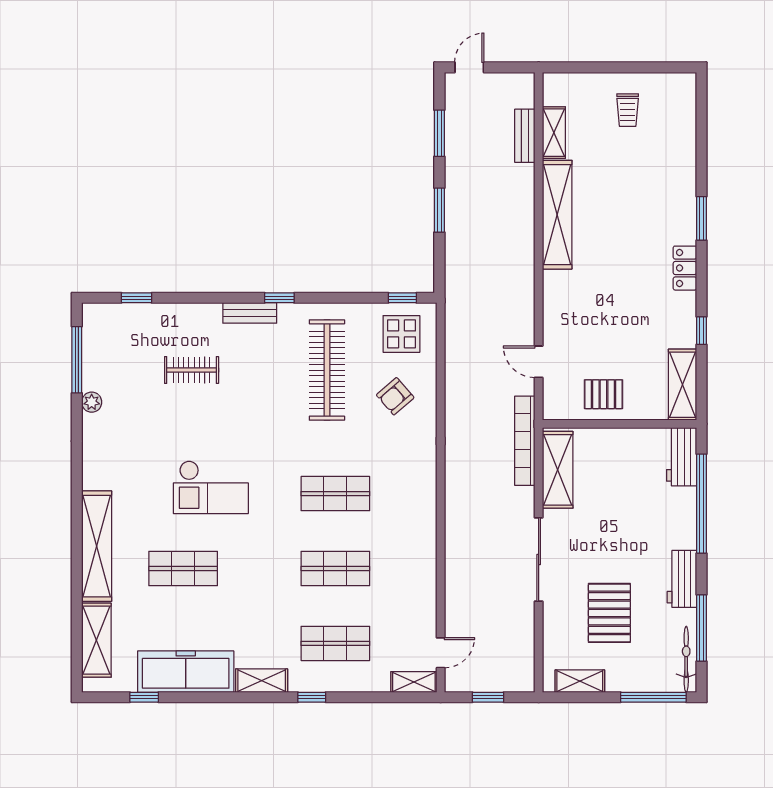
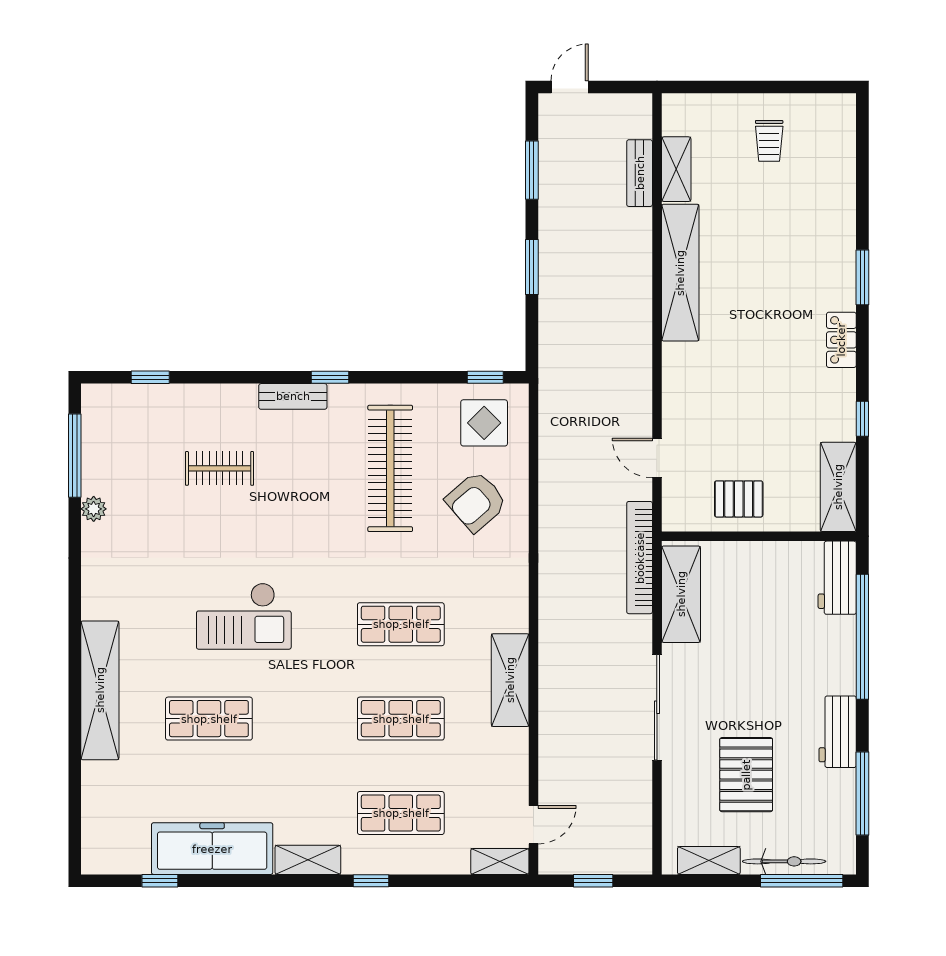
armchair: (395, 396) -> (476, 502), width x1.38, depth x1.38
shelving: (96, 640) -> (510, 680), moved
bicycle: (686, 659) -> (784, 861), moved, turned 90

